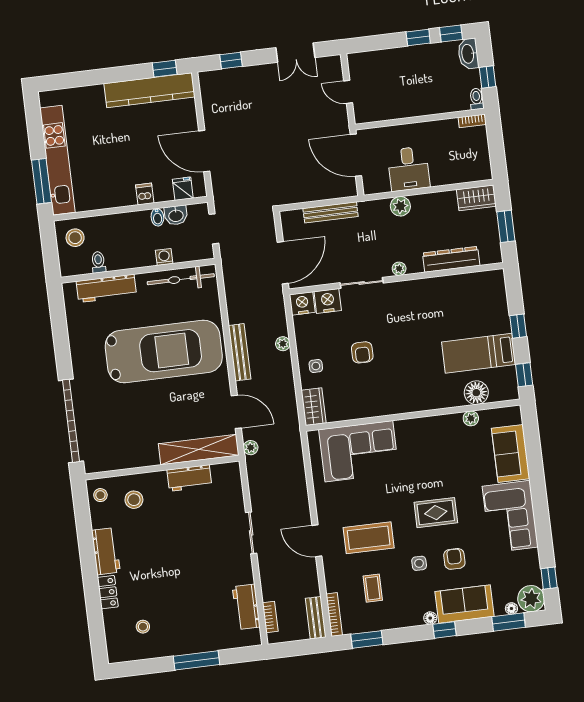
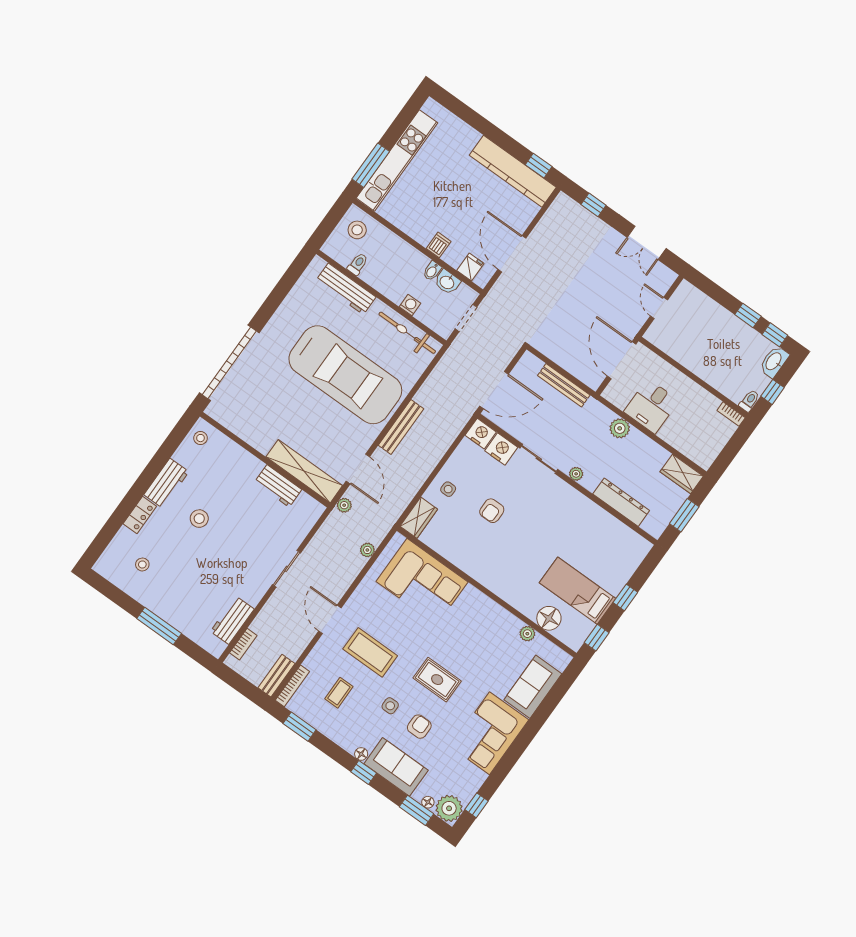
plant: (283, 344) -> (367, 550), moved
stool: (134, 500) -> (199, 519), moved

